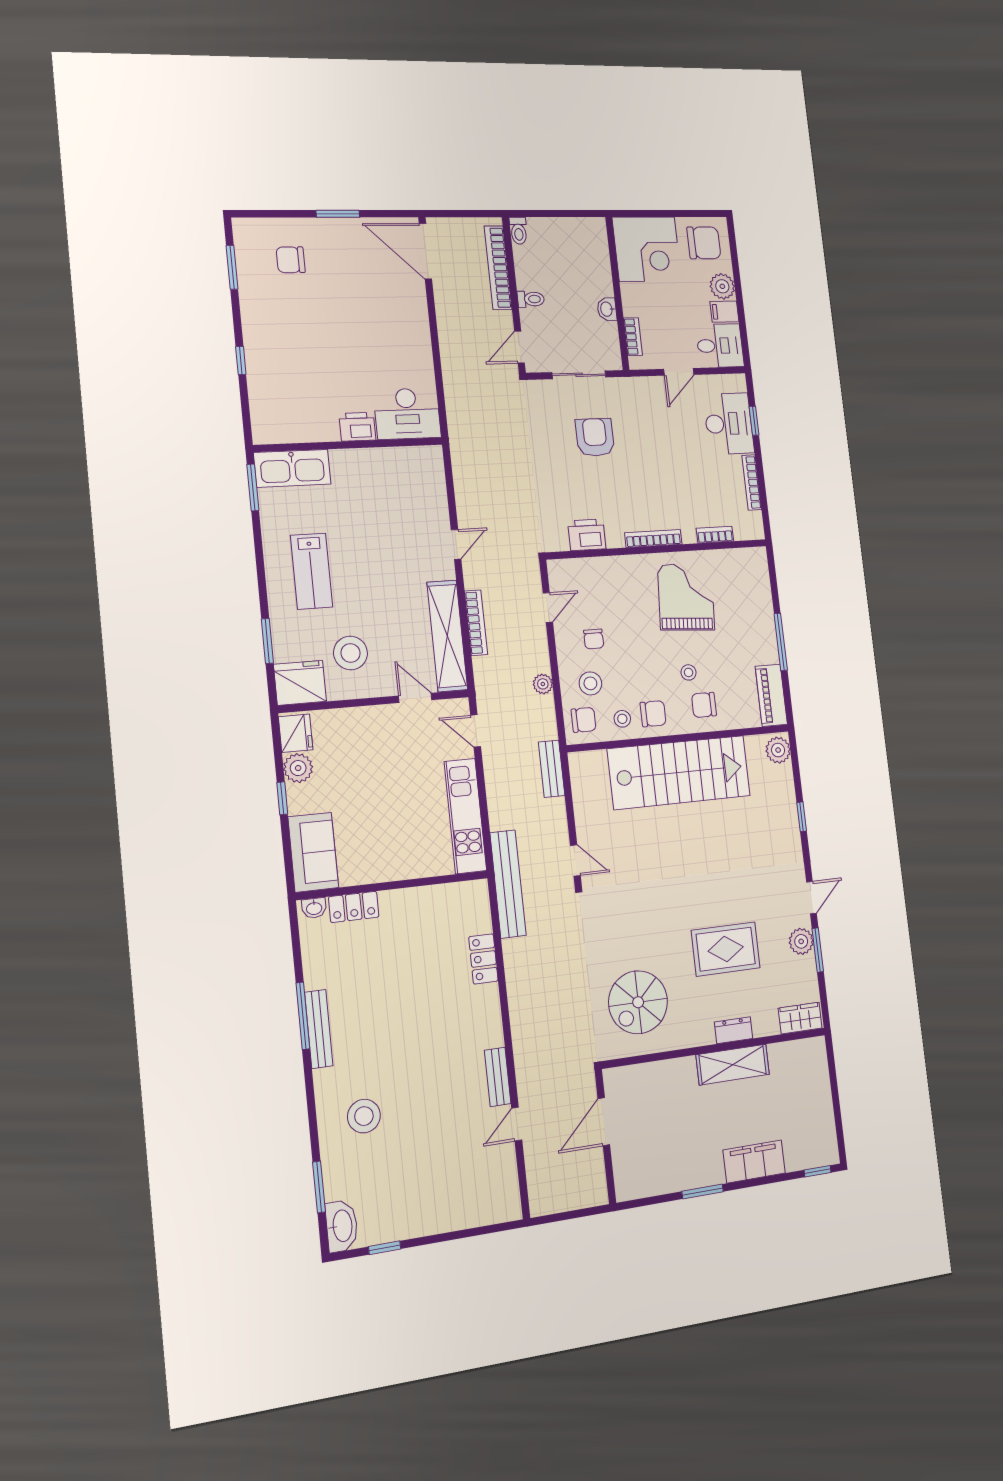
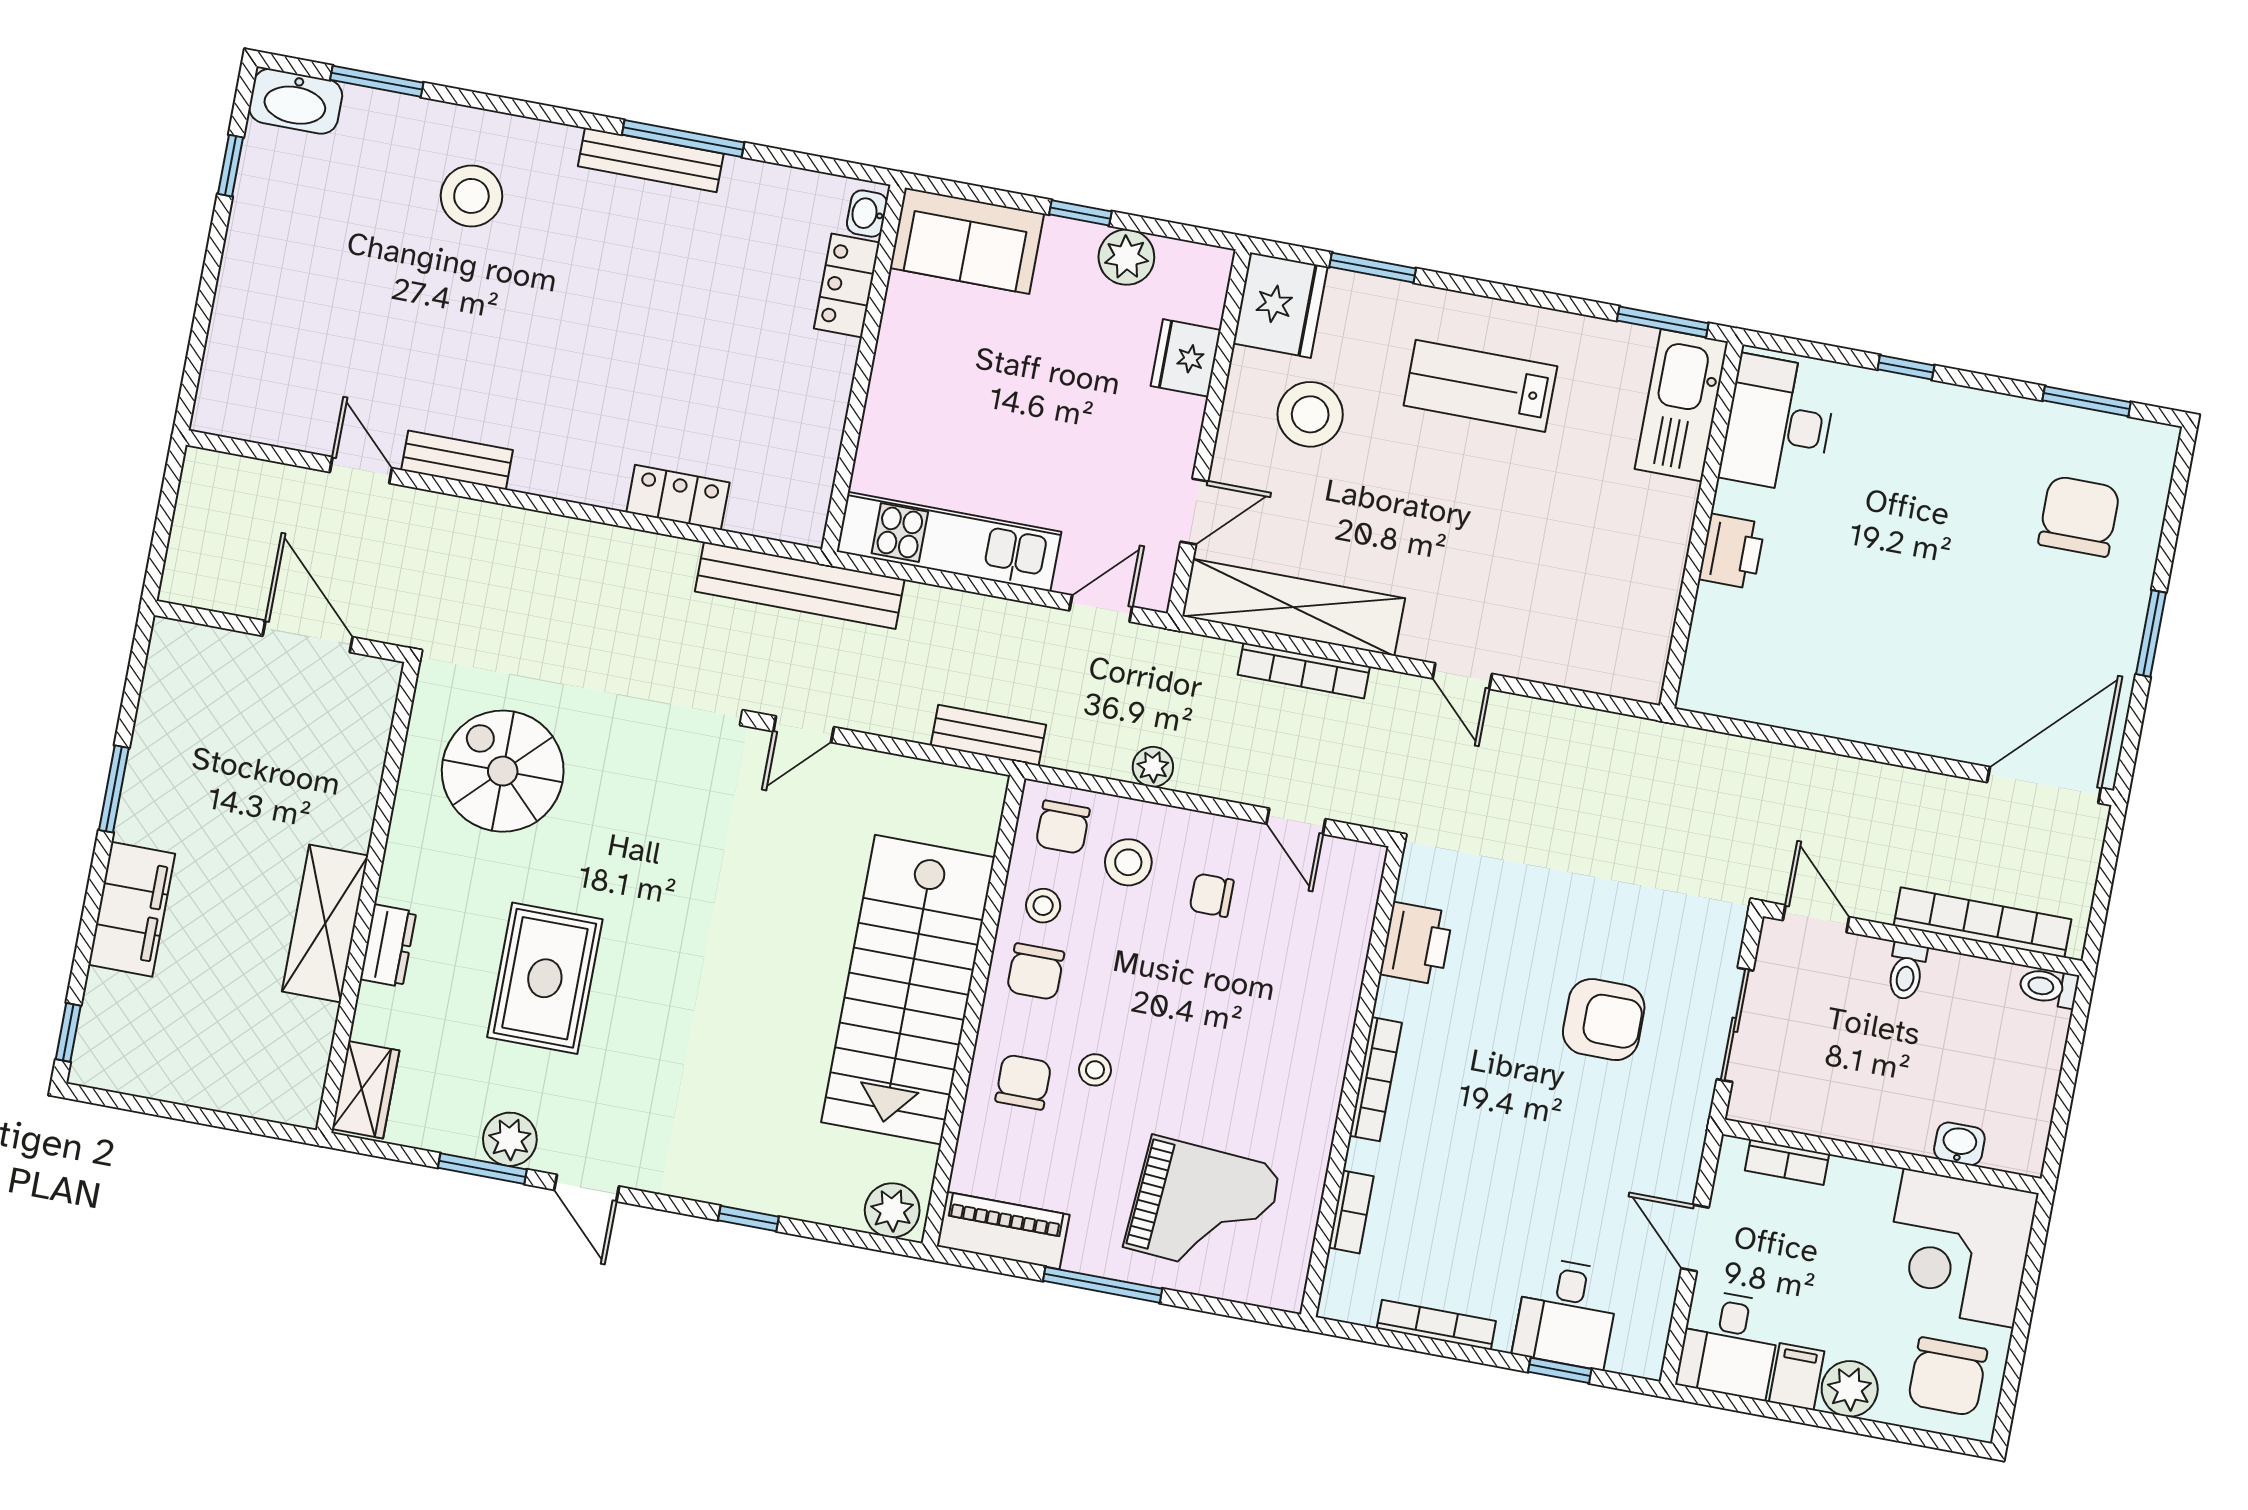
chair: (291, 260) -> (2079, 516), width x1.37, depth x1.37
washbasin: (607, 309) -> (1959, 1144), moved
desk: (407, 414) -> (1778, 424), moved
desk: (729, 424) -> (1567, 1313), width x0.73
grand piano: (686, 597) -> (1203, 1208), moved
fridge: (296, 733) -> (1186, 358), moved, turned 90

